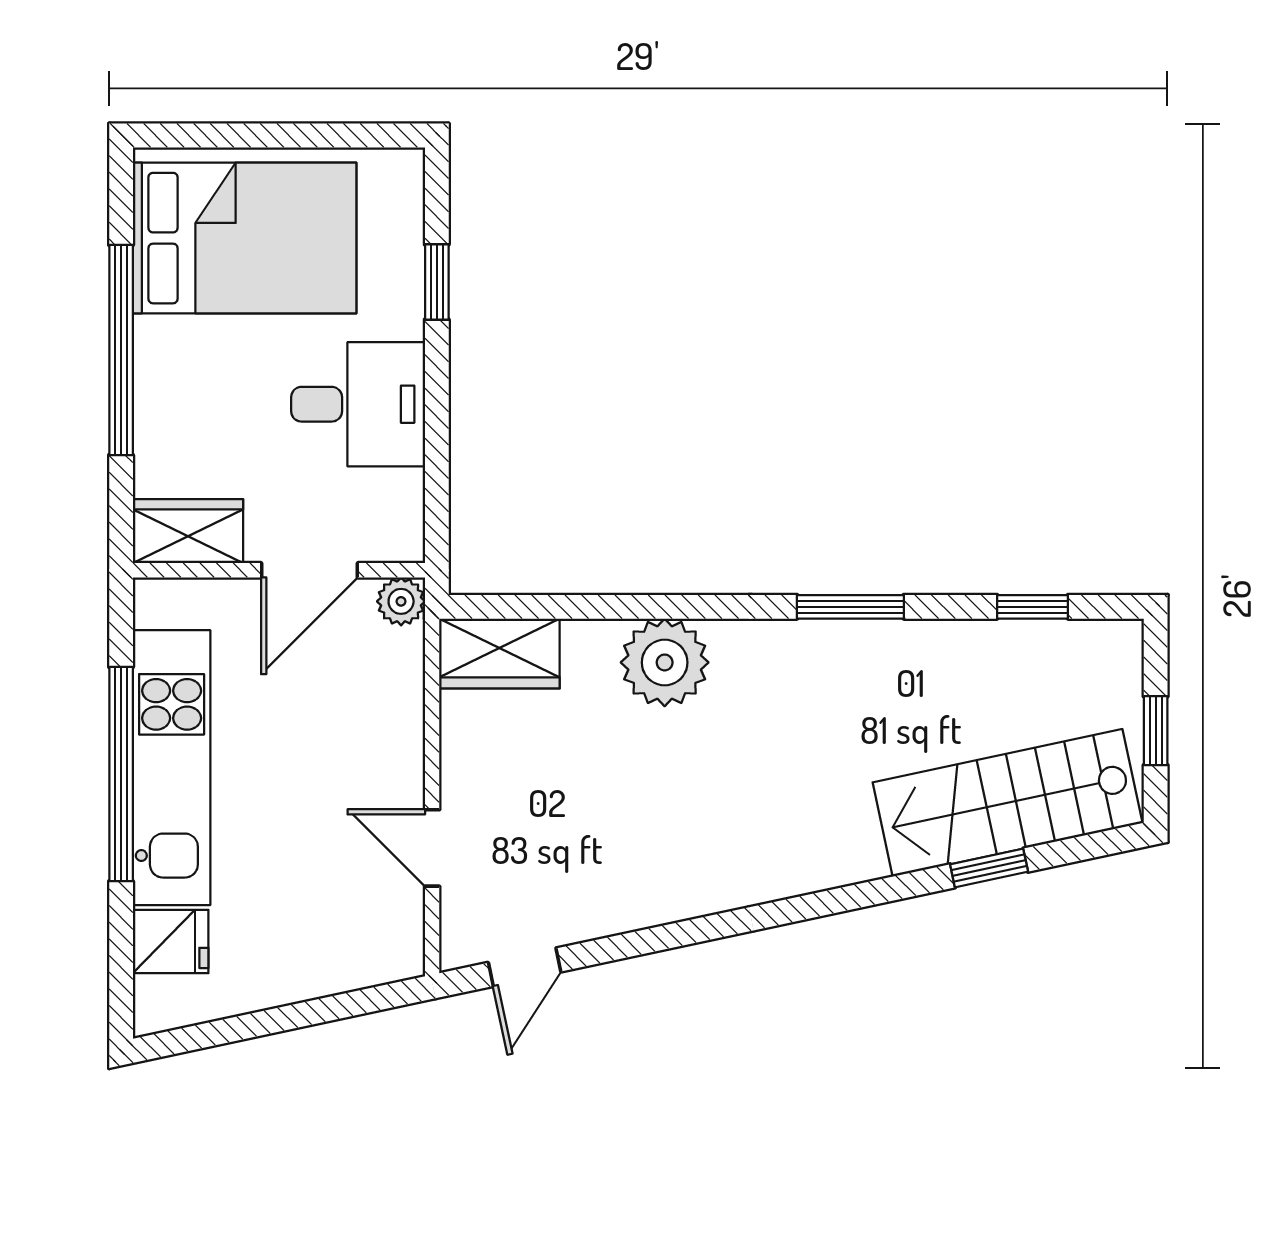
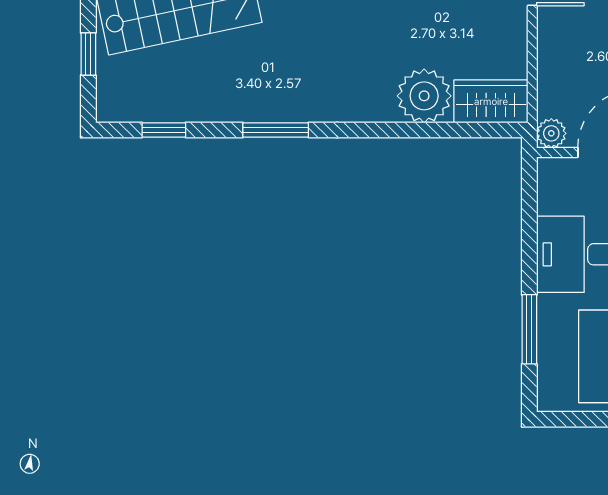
window: (437, 282) -> (529, 329), width x1.50
plant: (665, 662) -> (424, 96), moved

